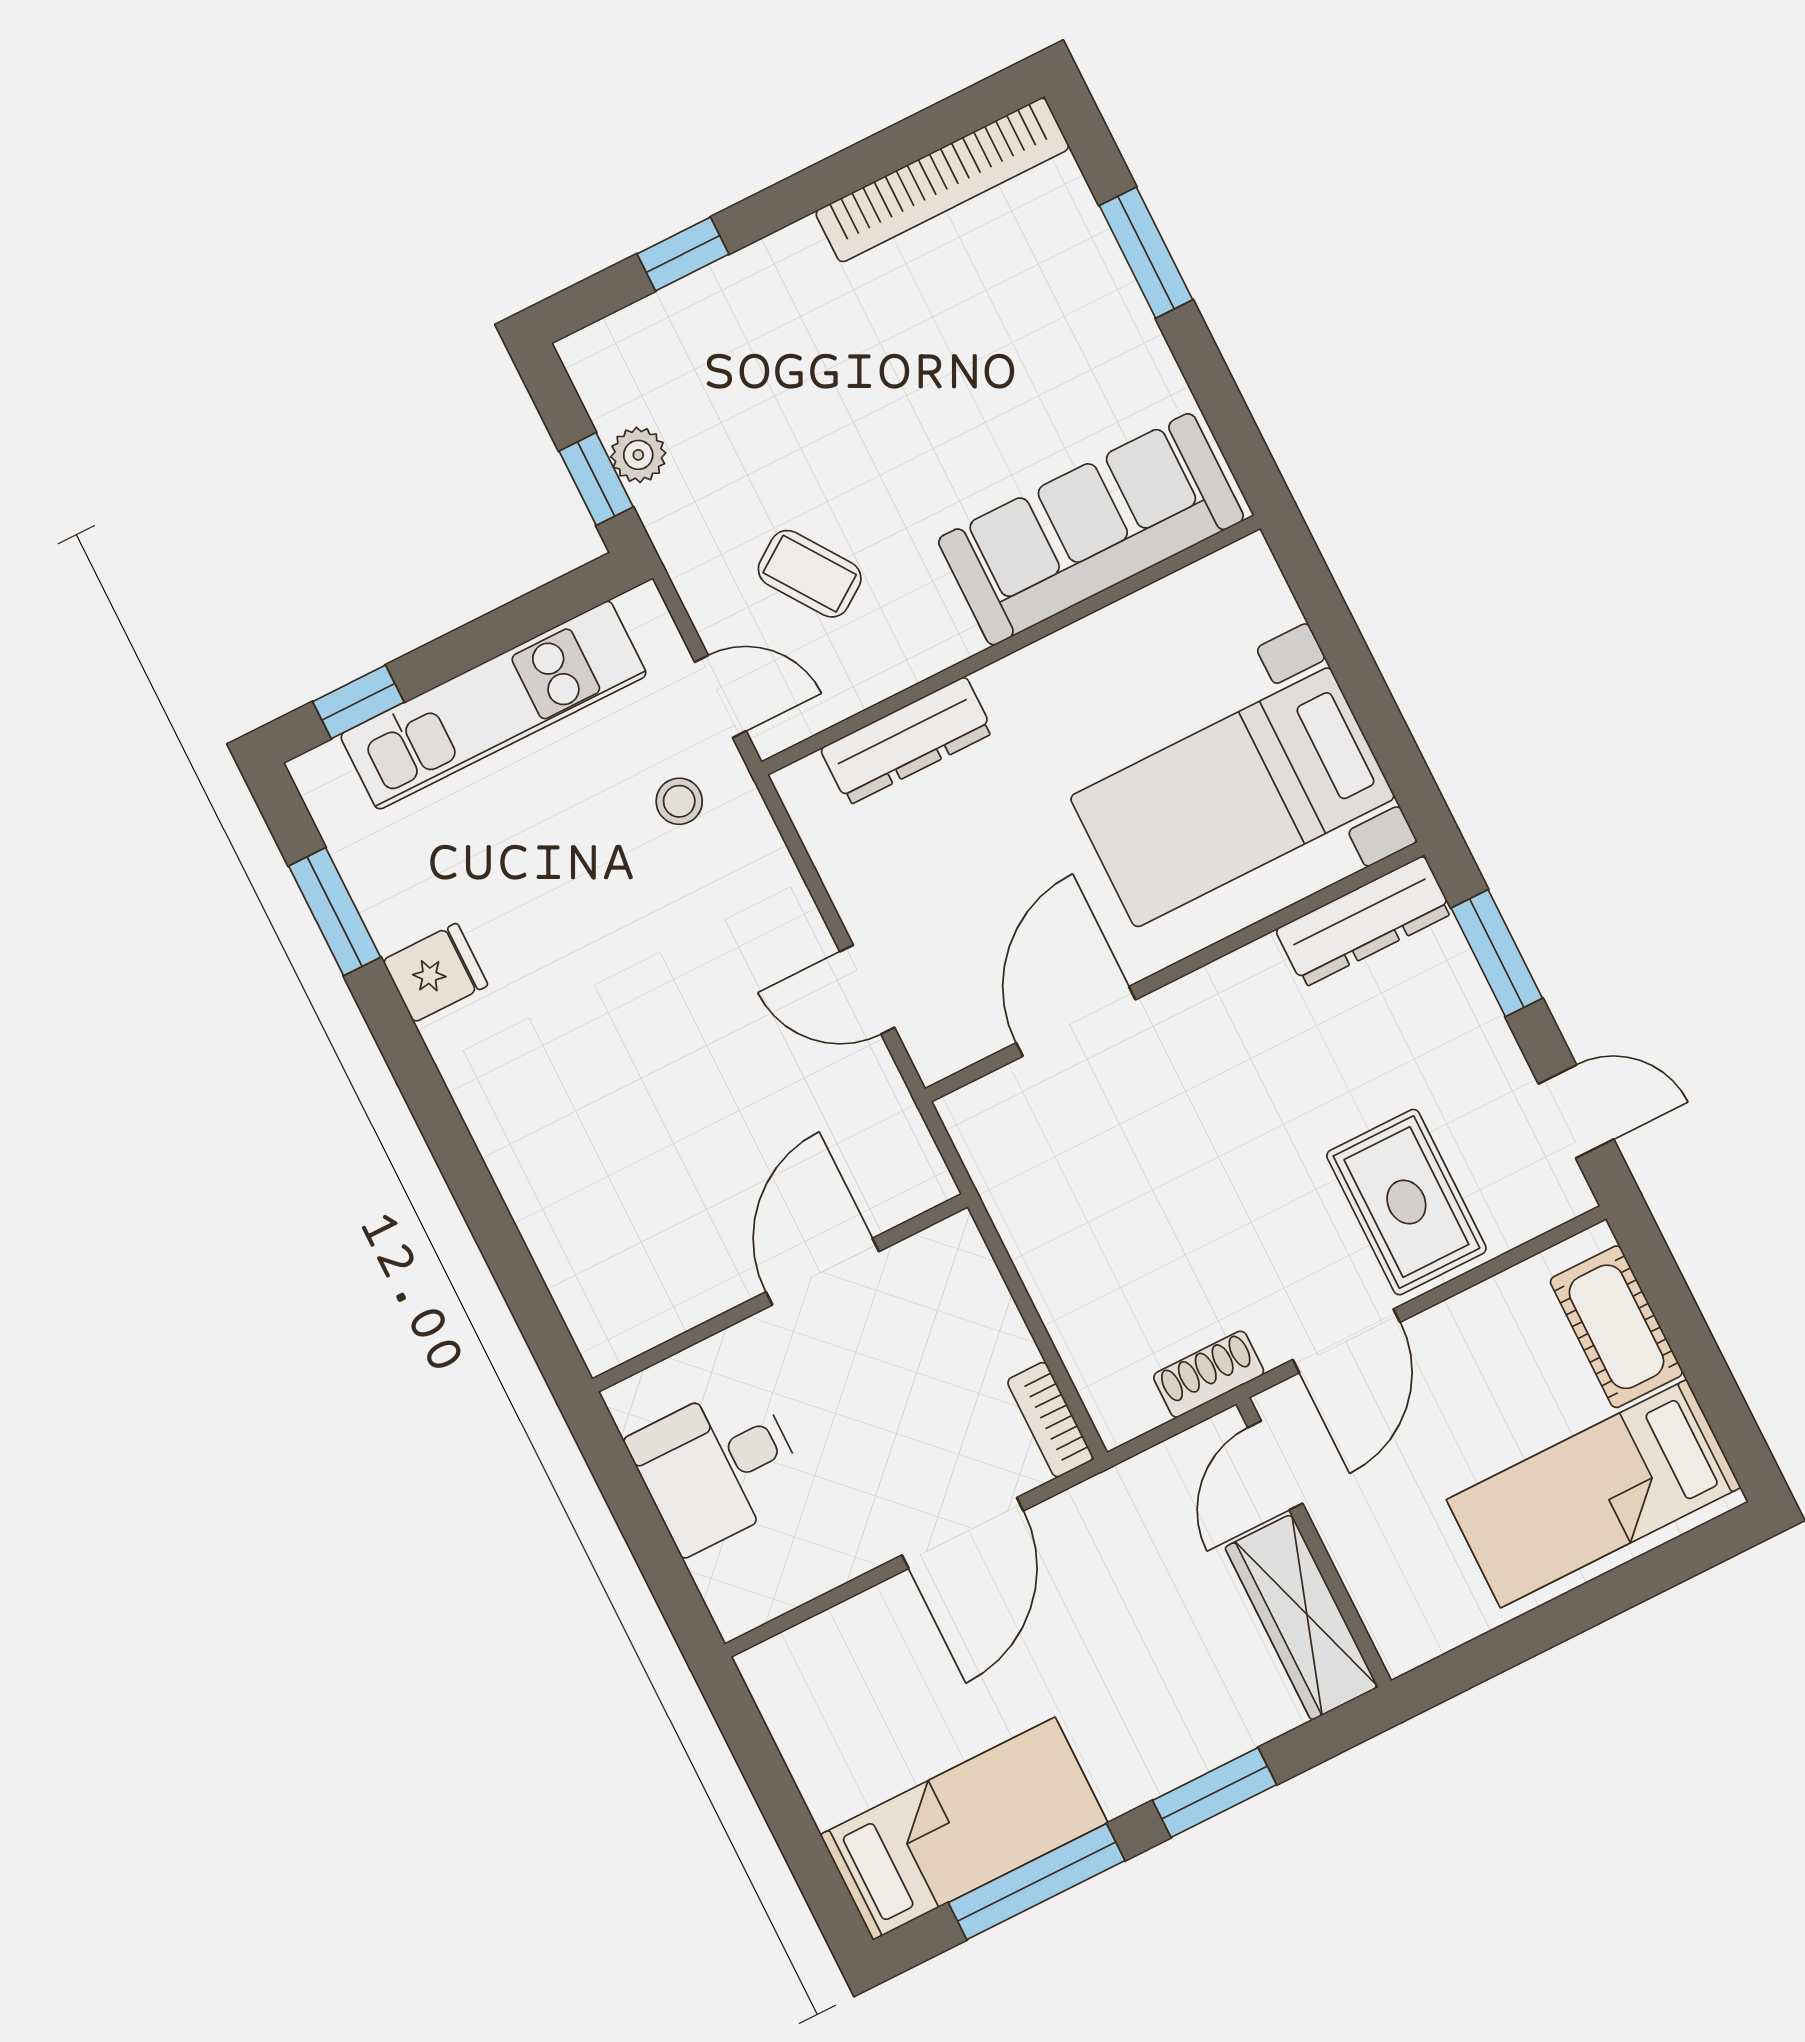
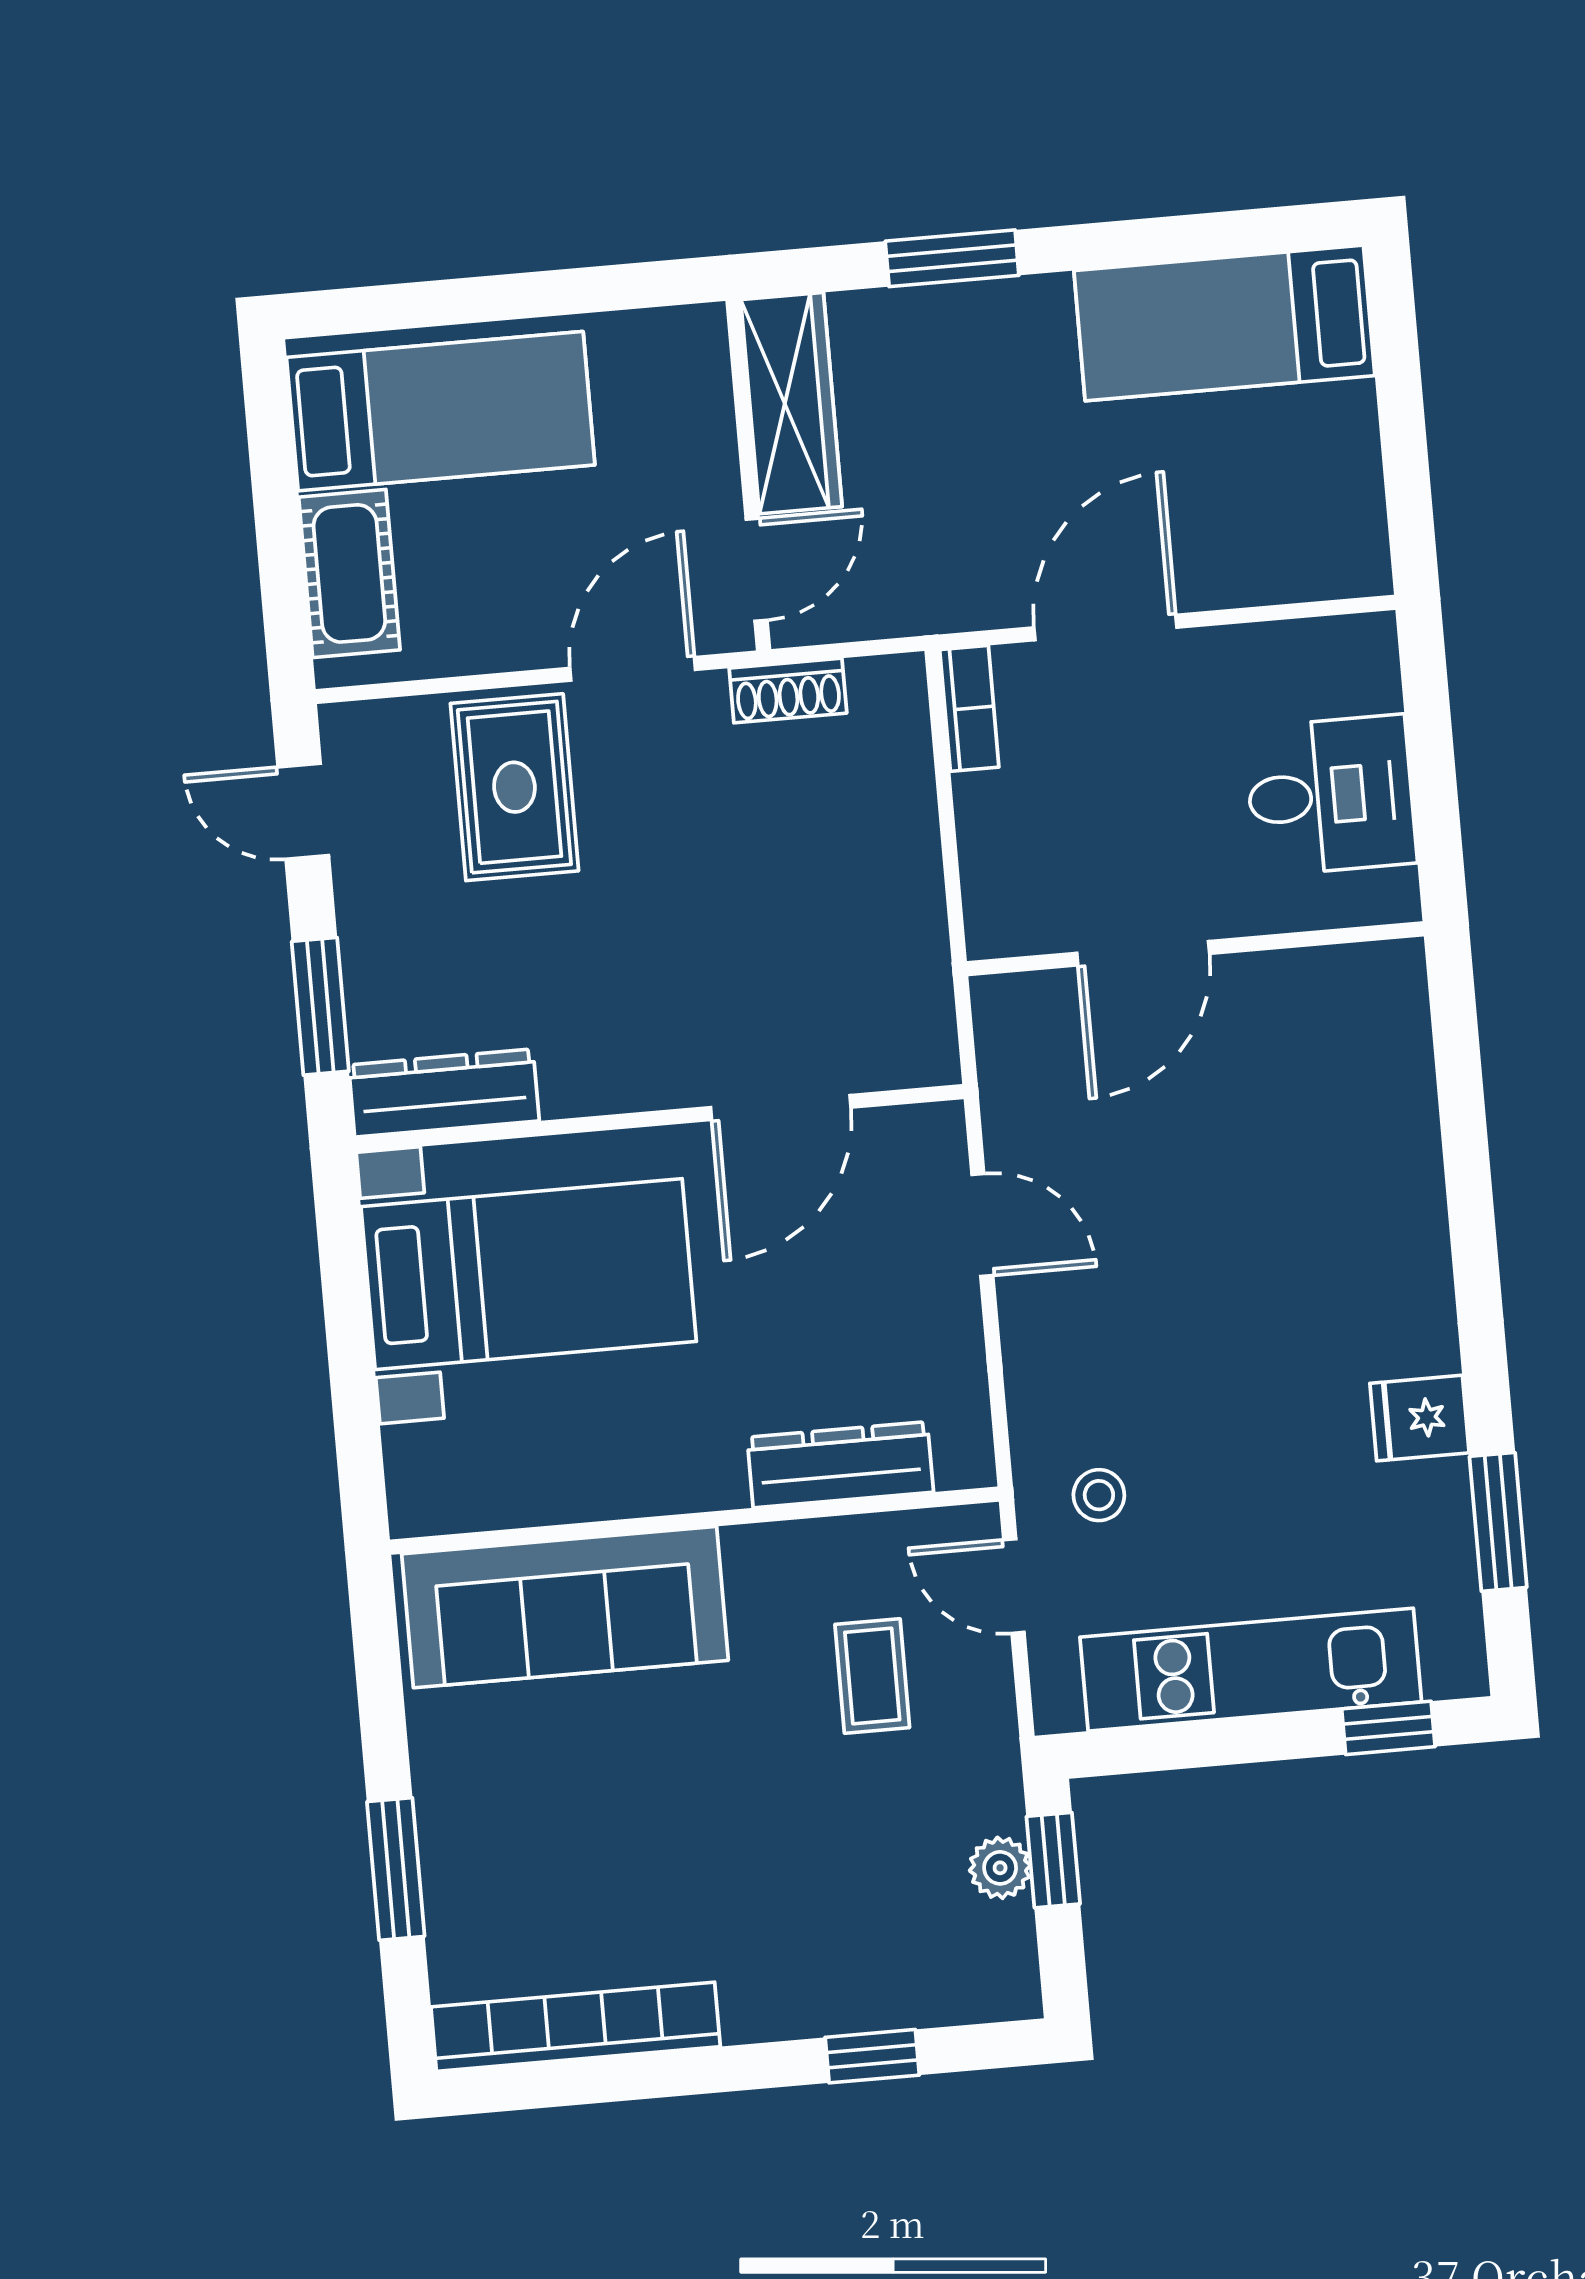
coffee table: (810, 574) -> (872, 1676), turned 35
window: (1037, 1882) -> (1171, 239), removed

